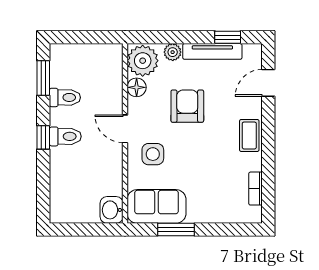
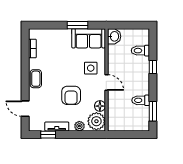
tv unit: (212, 51) -> (57, 126), width x0.71
door: (268, 83) -> (25, 109), swing flipped
toilet: (65, 136) -> (140, 51), moved
window: (43, 137) -> (153, 67), moved

